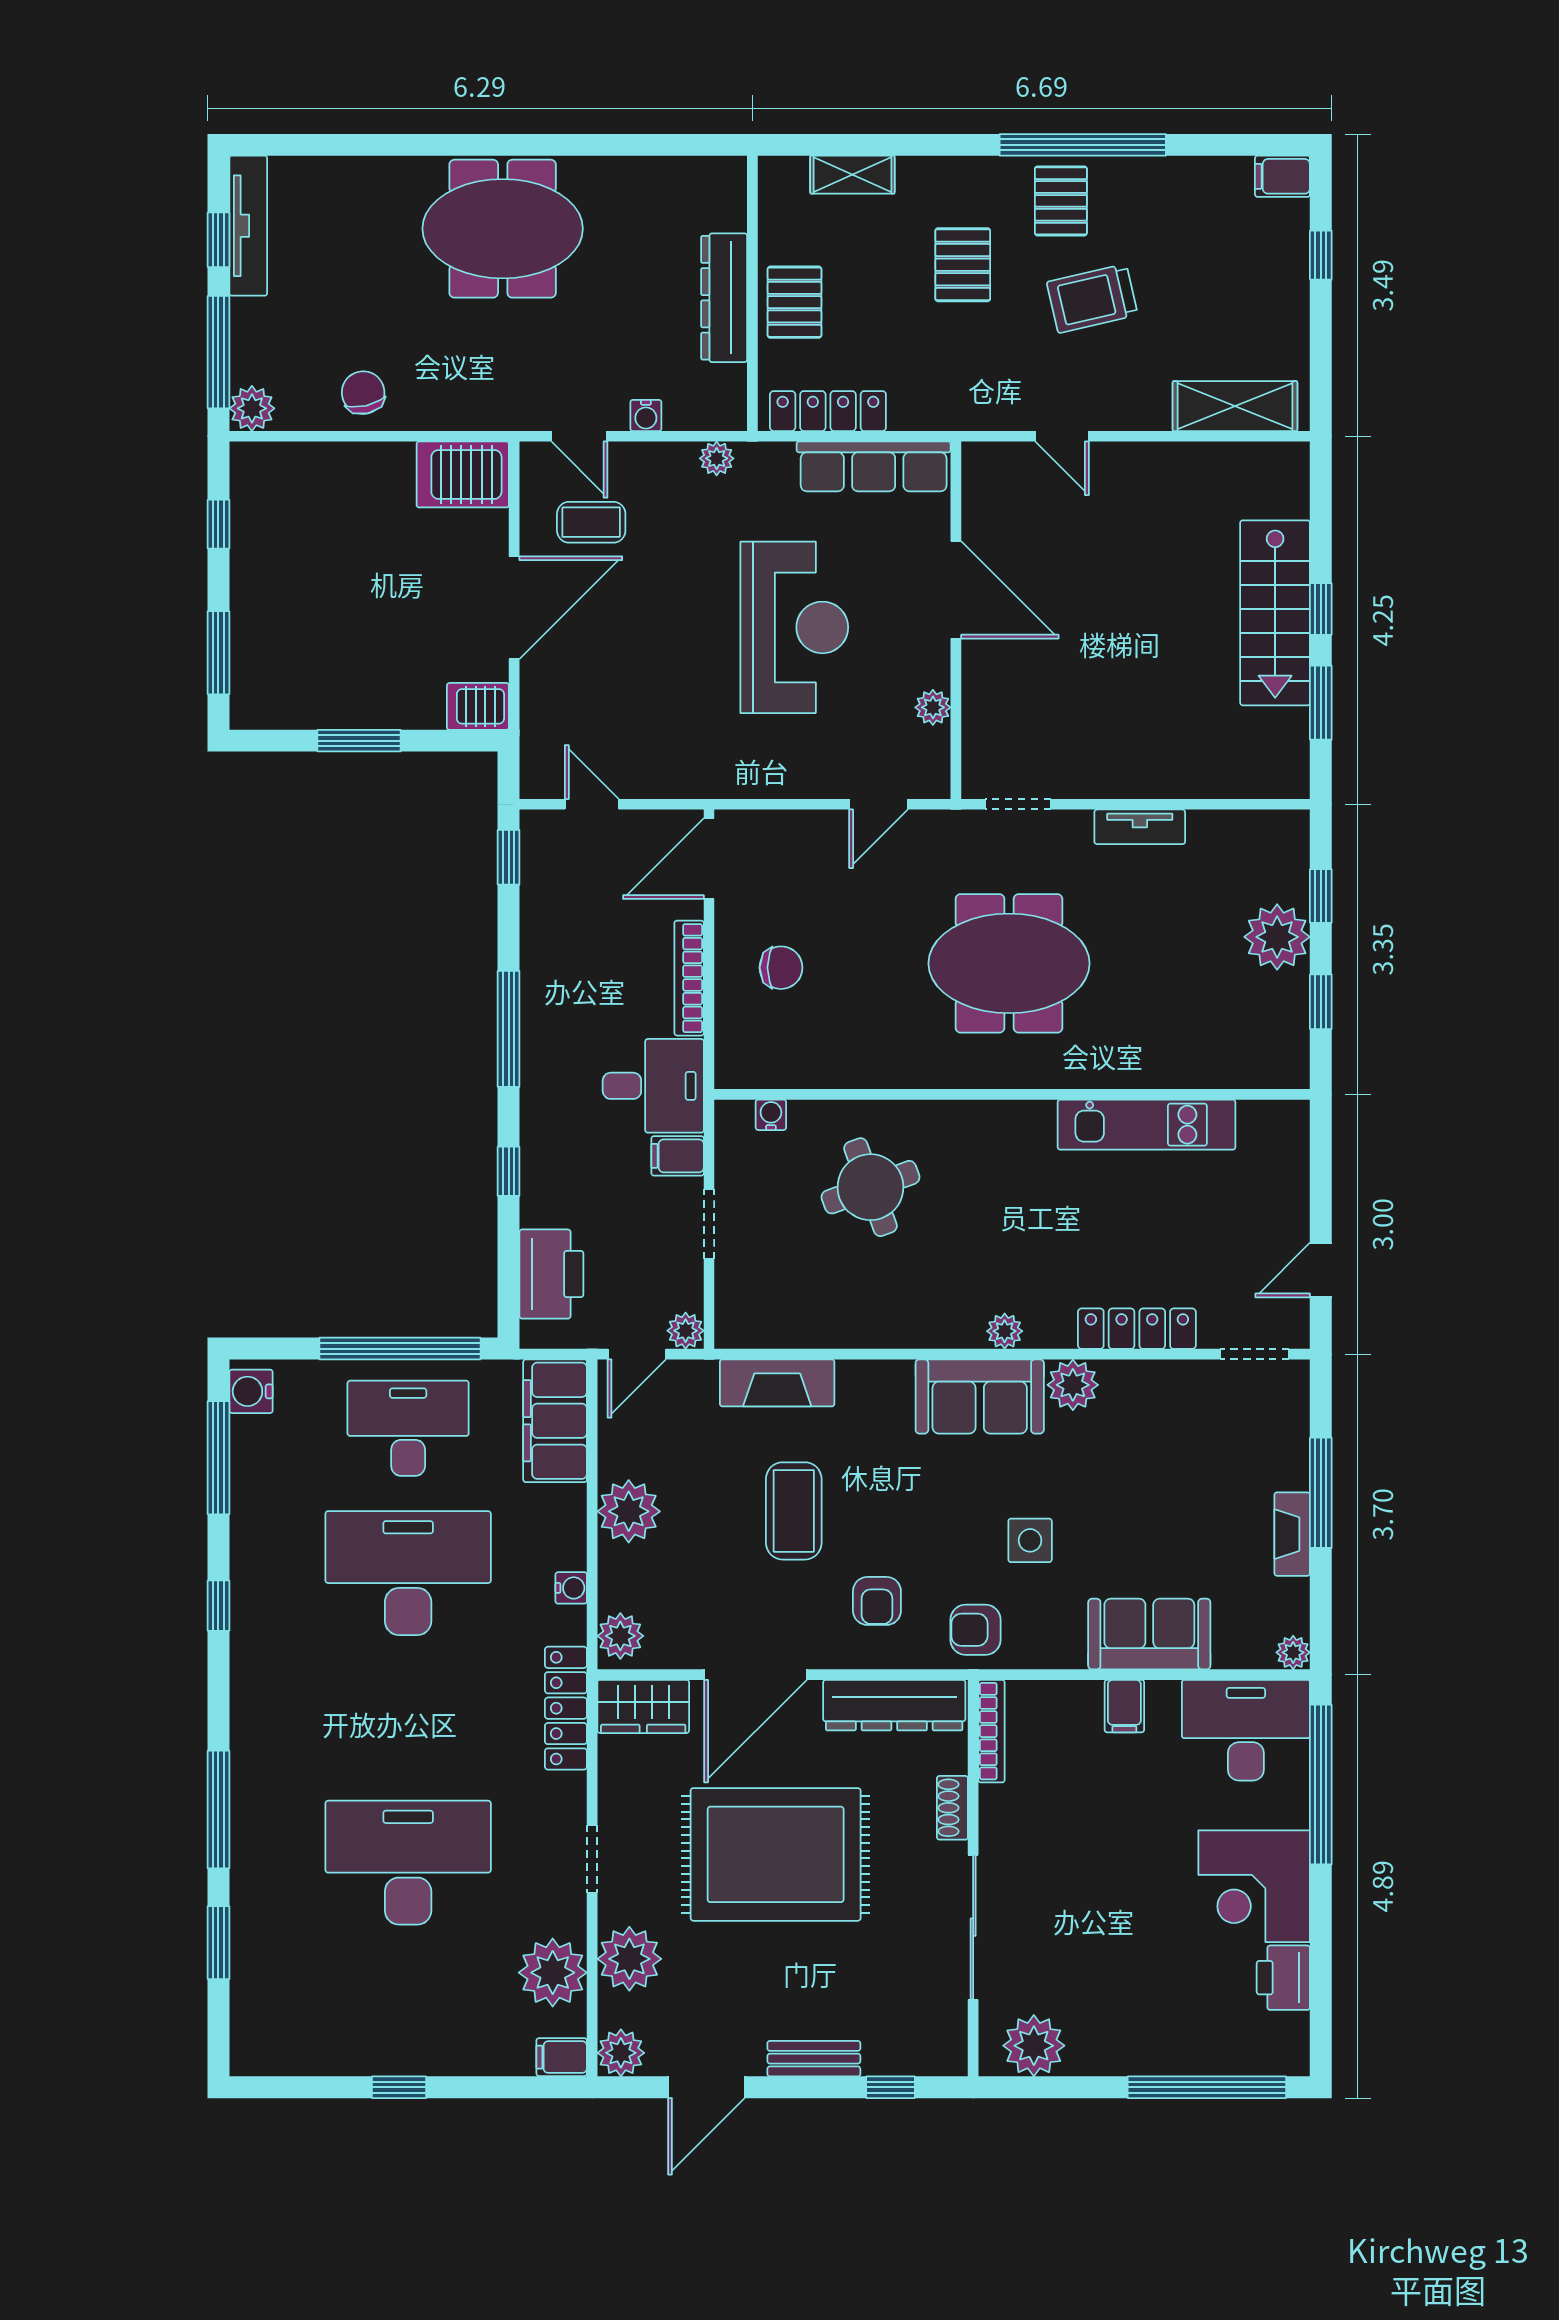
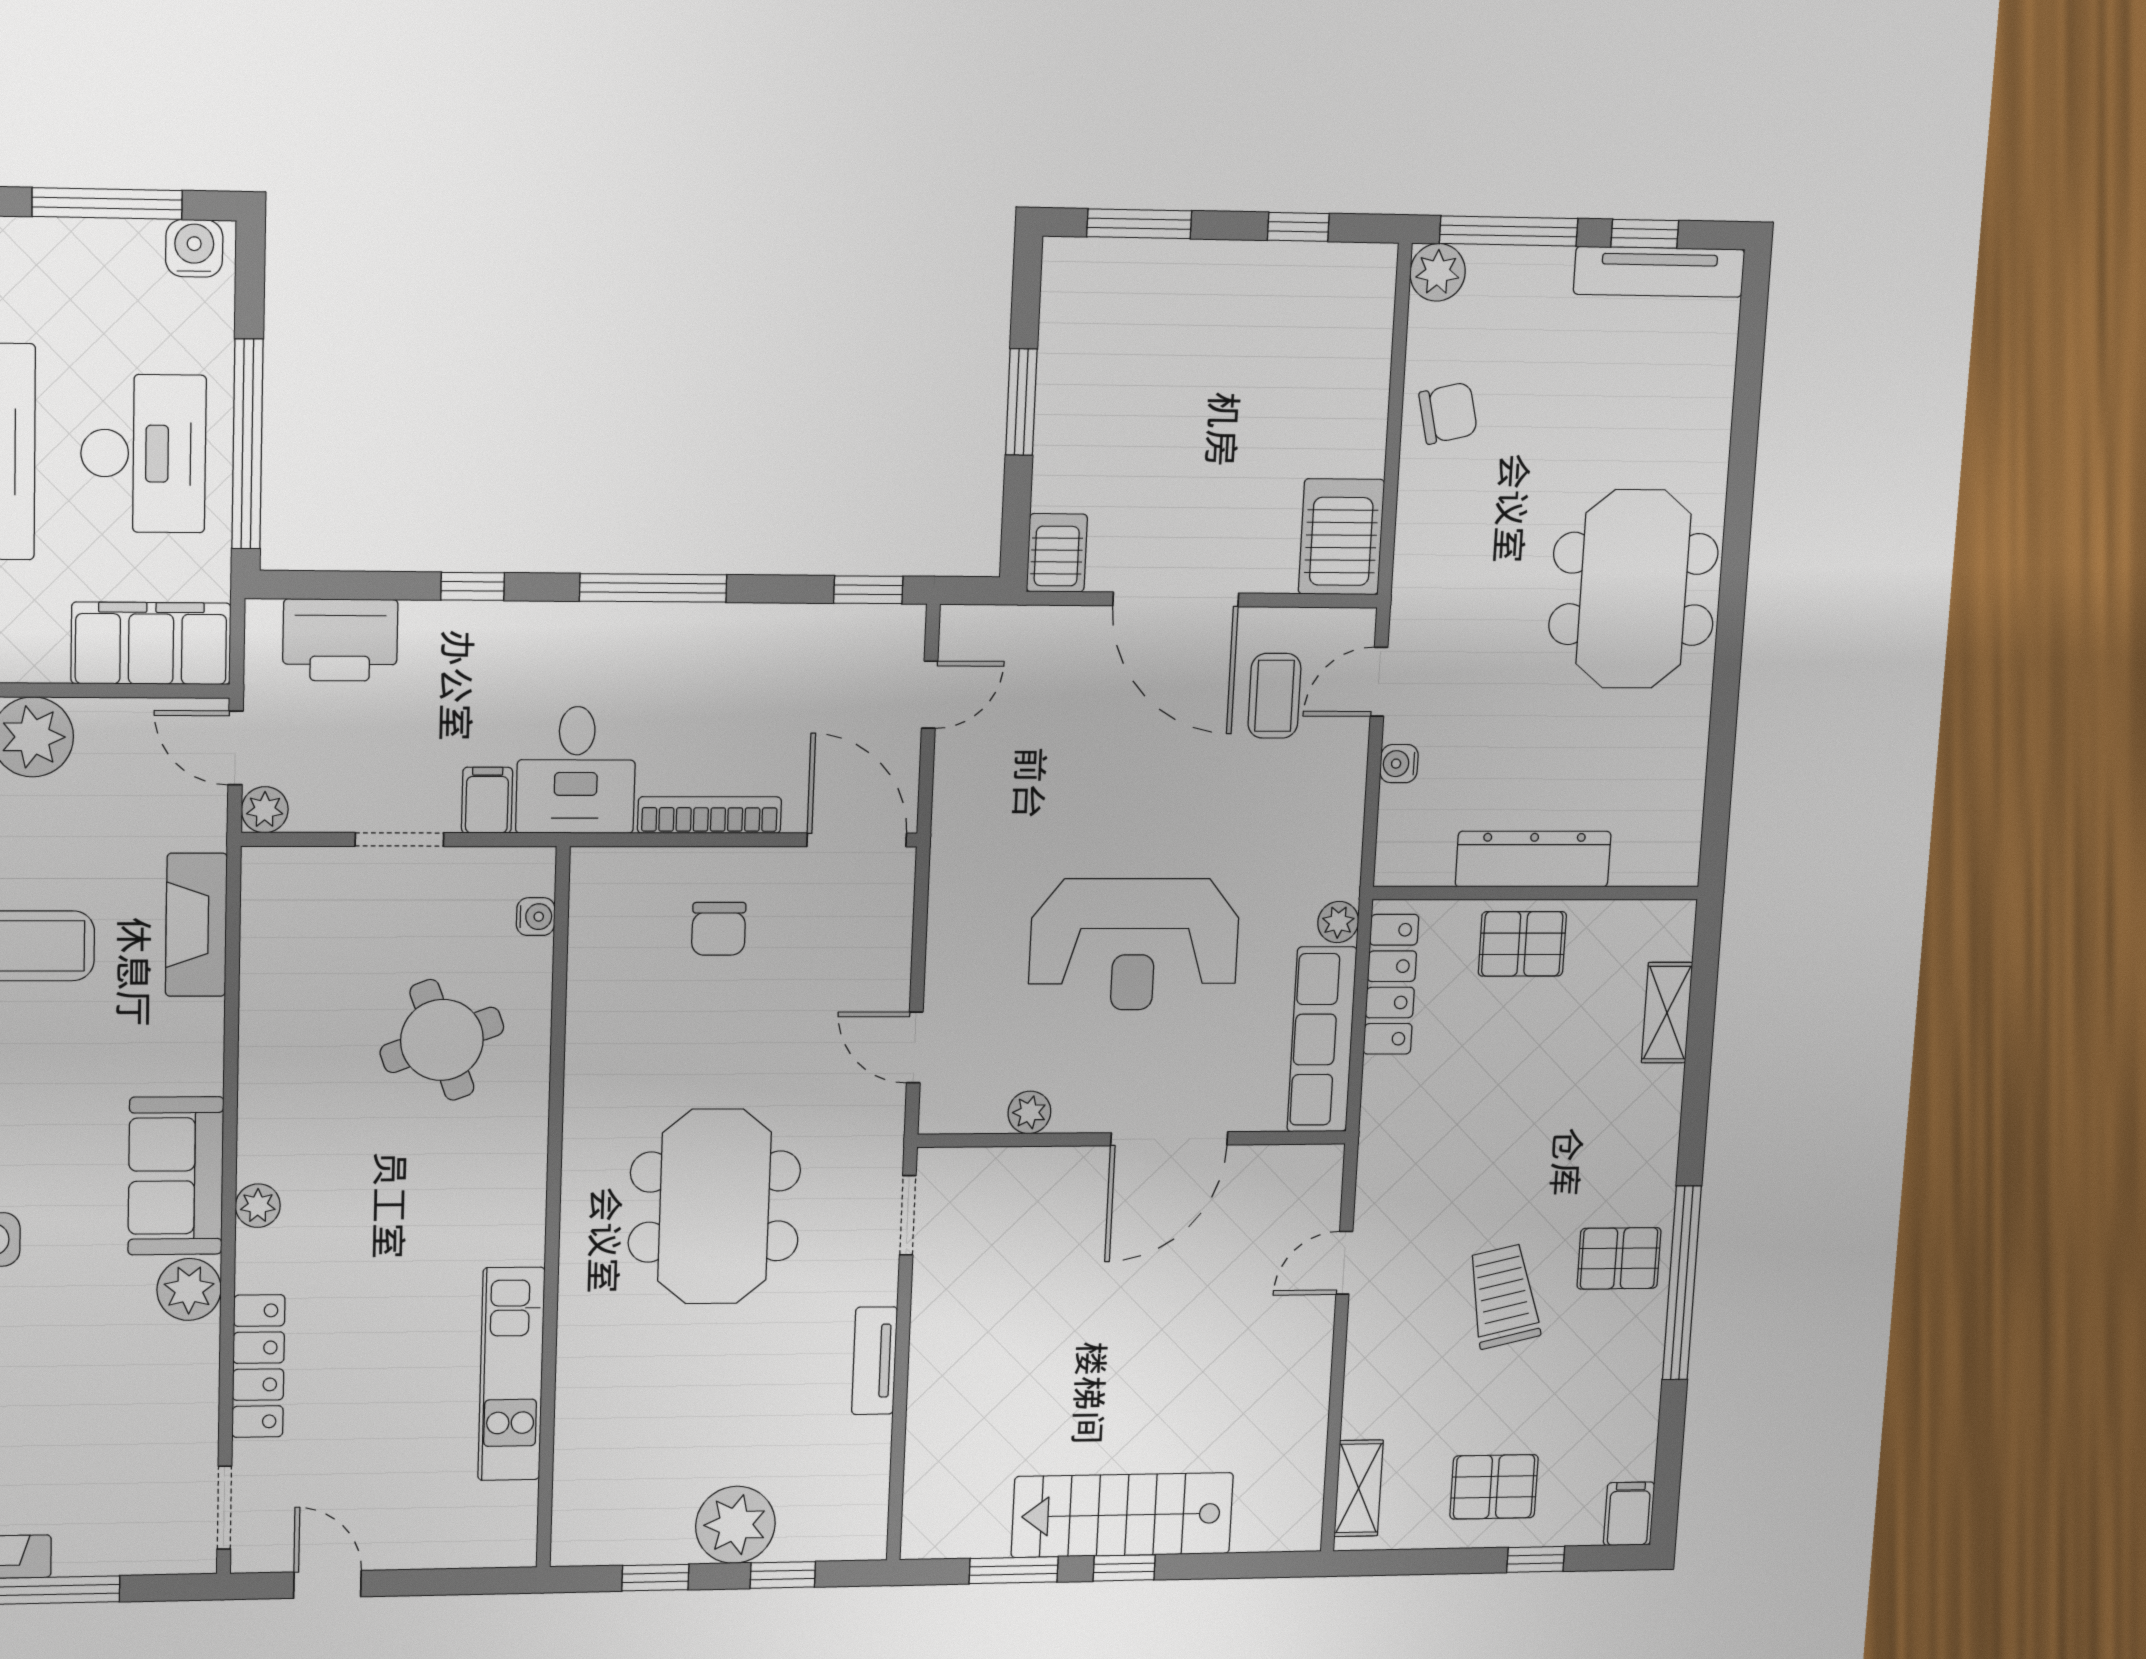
pallet: (963, 265) -> (1494, 1487), moved
shelving: (1235, 406) -> (1359, 1488), width x0.67, depth x0.75
plant: (717, 458) -> (1338, 922), moved

